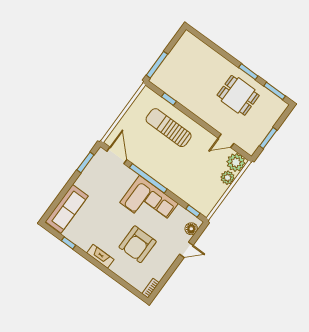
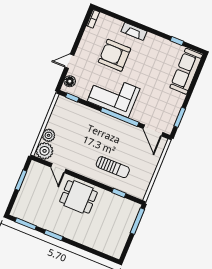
dining table: (238, 95) -> (78, 197), moved
sun lounger: (169, 128) -> (113, 167), width x0.73, depth x0.75
door: (226, 141) -> (58, 168), swing flipped
armchair: (138, 244) -> (115, 55), turned -90
fireplace: (100, 256) -> (134, 31), moved

